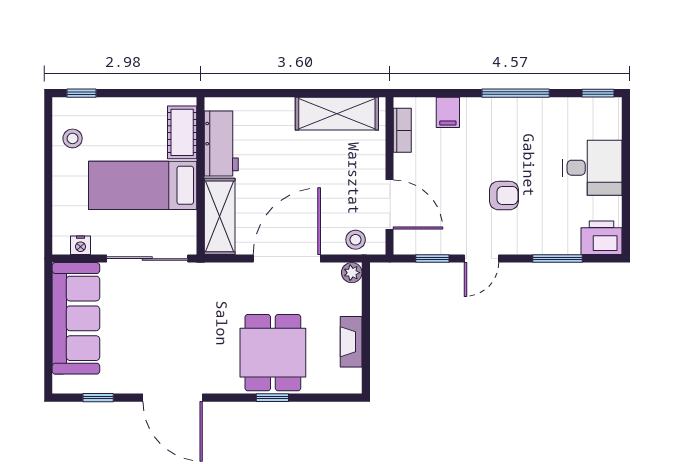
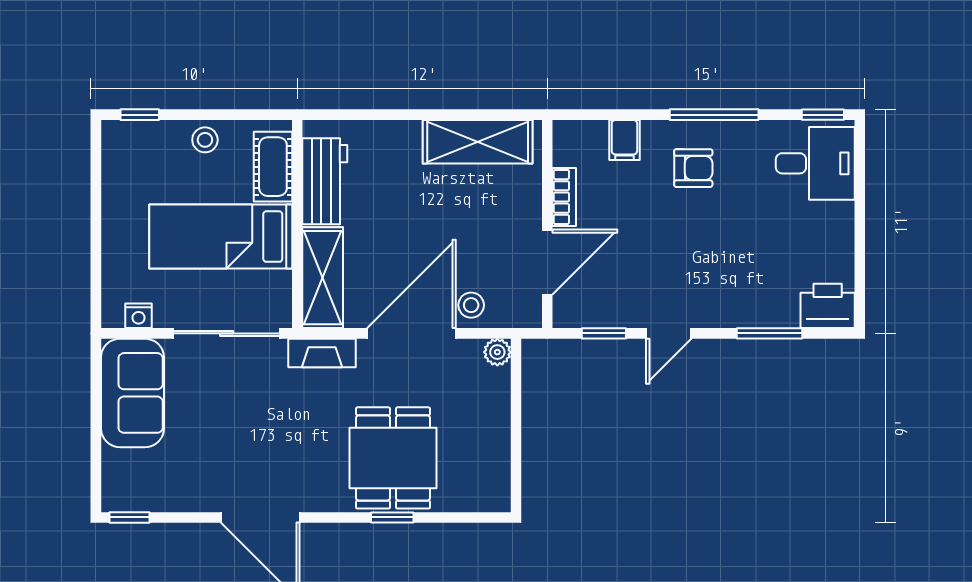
bookcase: (402, 130) -> (564, 197), moved
stool: (73, 138) -> (205, 140), moved
desk: (592, 168) -> (815, 163), moved
armchair: (504, 196) -> (693, 168), moved
door: (390, 205) -> (547, 262), hinge flipped
stool: (356, 240) -> (471, 305), moved
sofa: (76, 318) -> (132, 393), width x0.73
fireplace: (351, 342) -> (322, 353), moved, turned -90
window: (98, 398) -> (130, 517), moved

